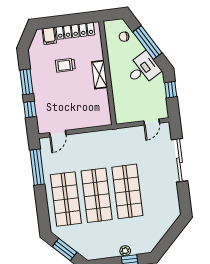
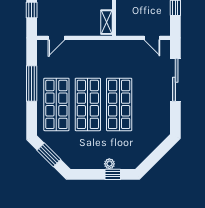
shelving: (105, 112) -> (106, 22), added
door: (152, 122) -> (152, 38), hinge flipped
window: (37, 167) -> (32, 84), moved

